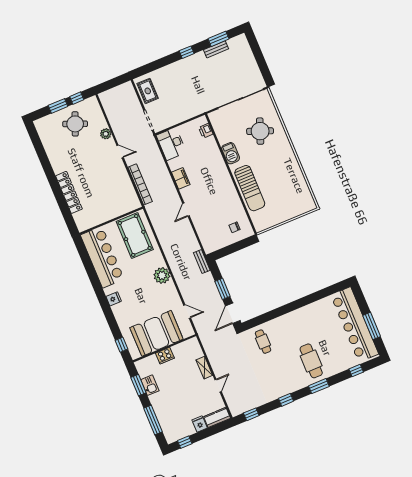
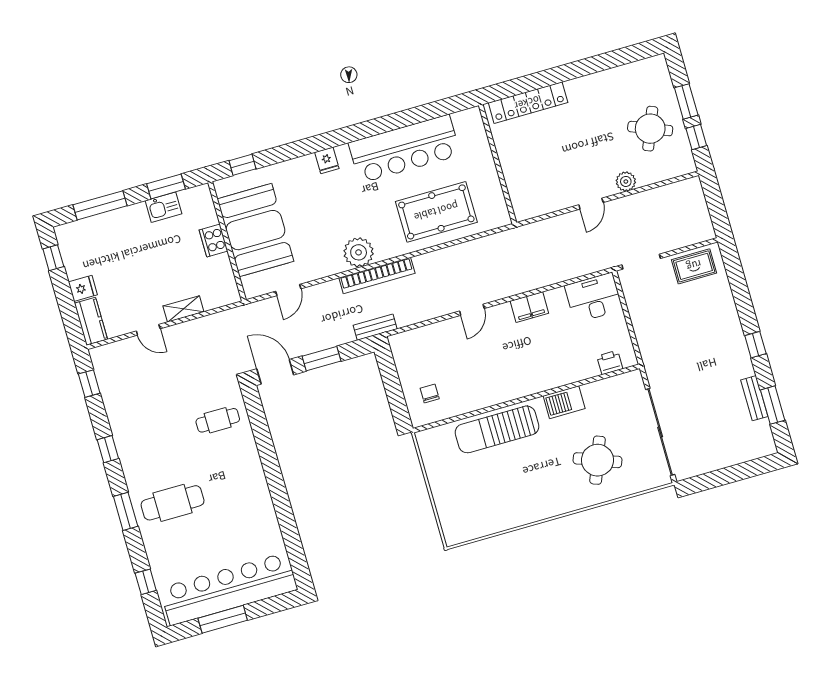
bookcase: (140, 184) -> (377, 275), moved
door: (186, 210) -> (472, 310), swing flipped
wall: (111, 221) -> (498, 164), moved

